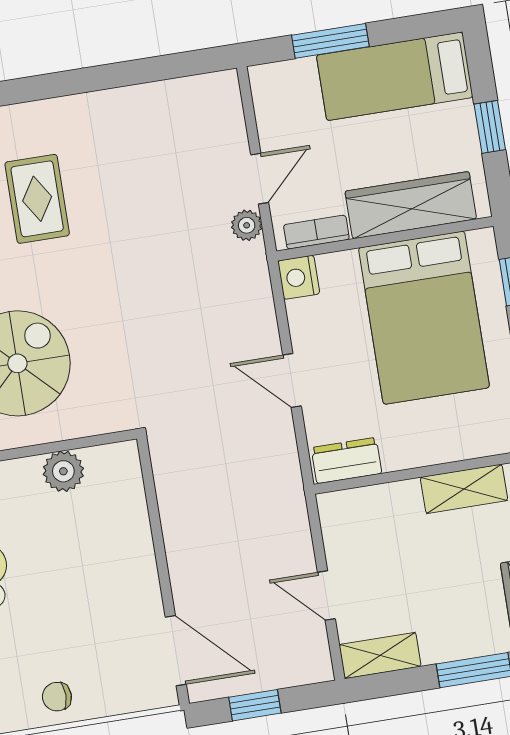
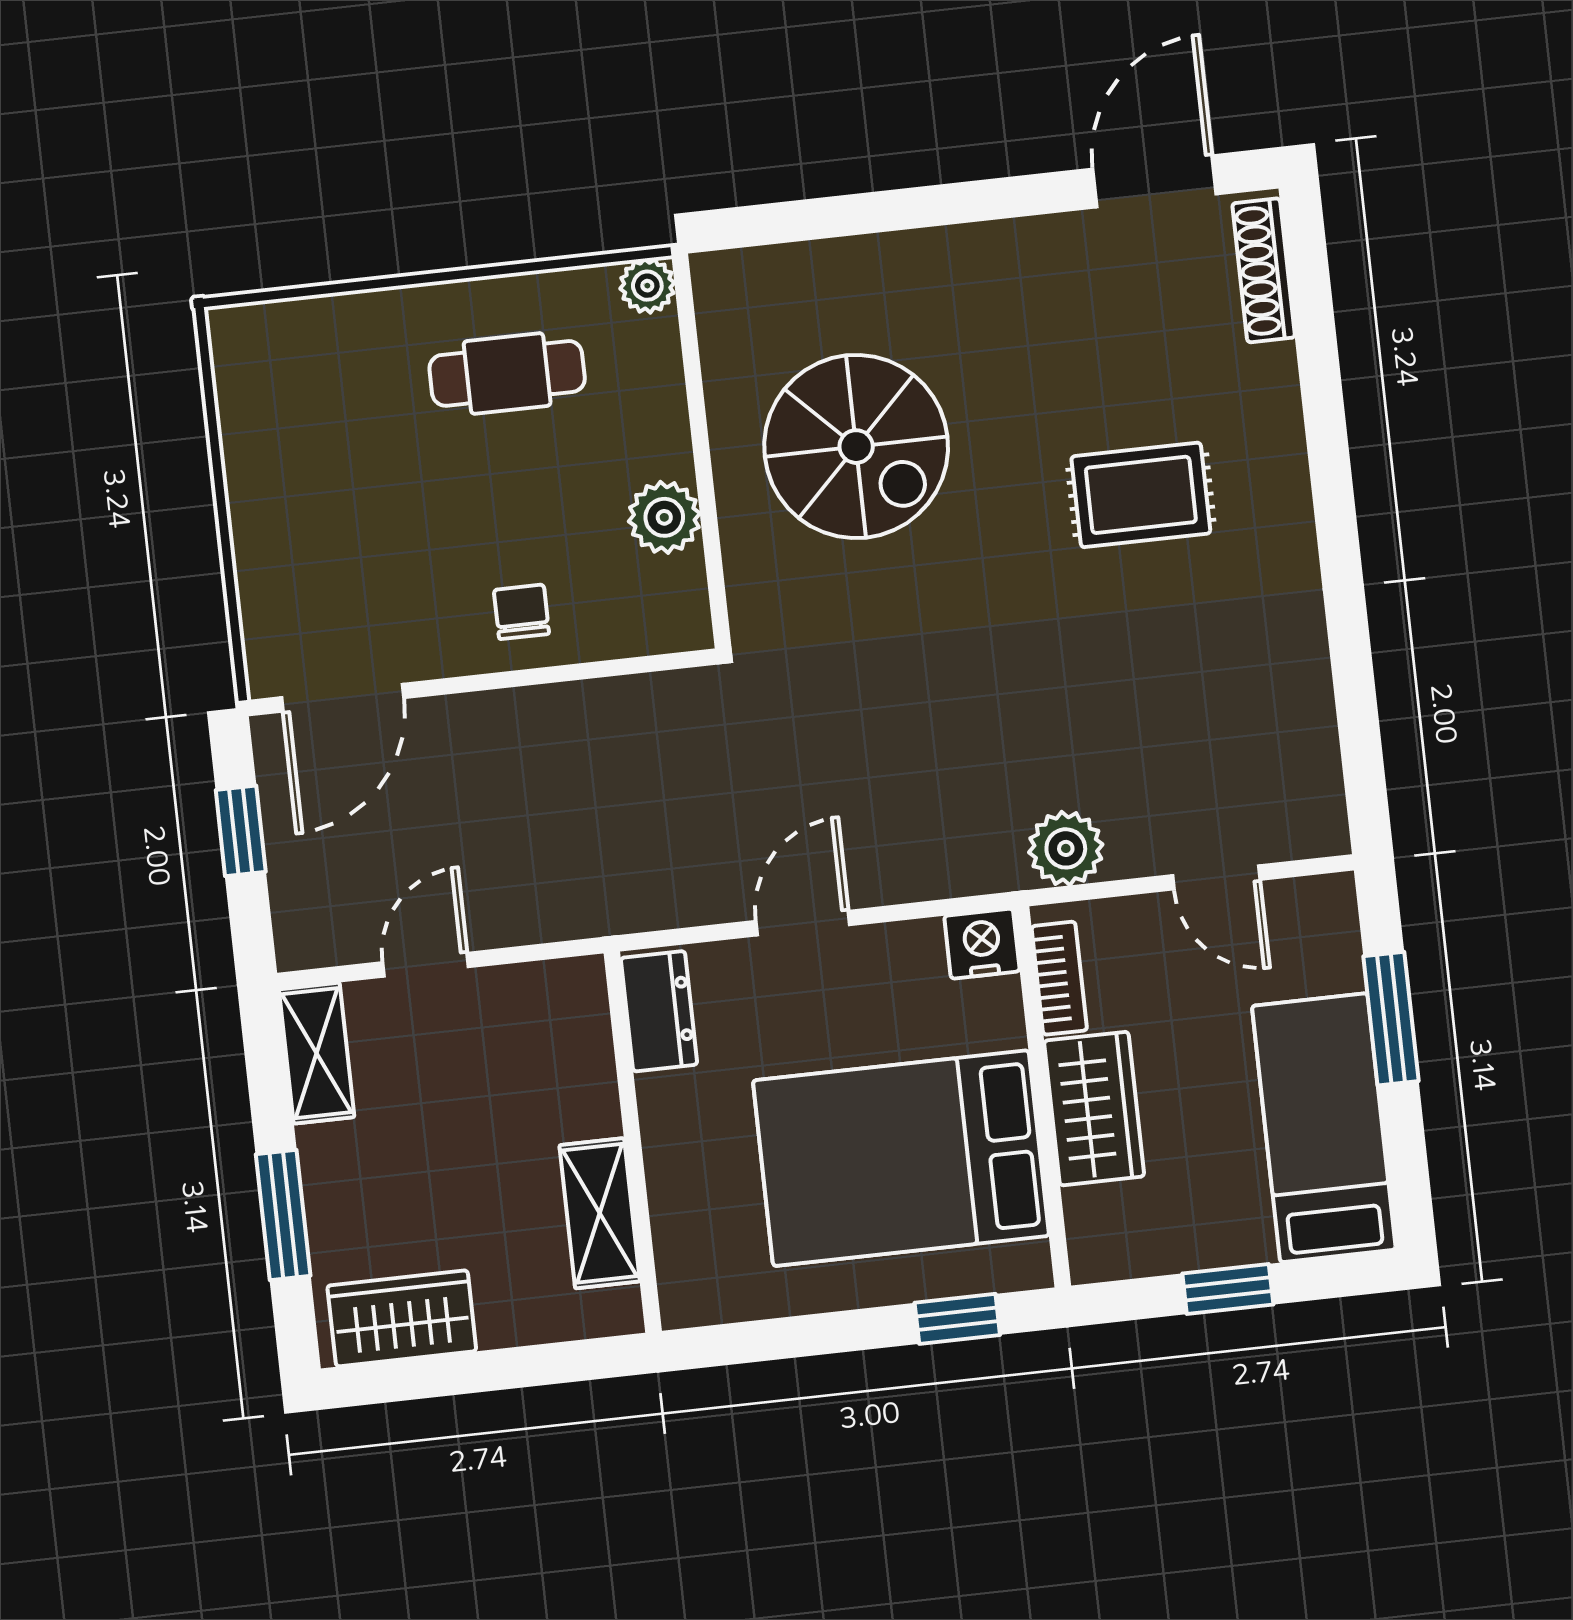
door: (260, 179) -> (1216, 877), moved
wardrobe: (411, 205) -> (1094, 1109), width x0.67
plant: (247, 225) -> (1066, 848), width x1.38, depth x1.38
chair: (57, 697) -> (521, 612), moved

